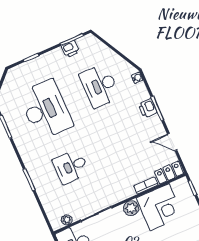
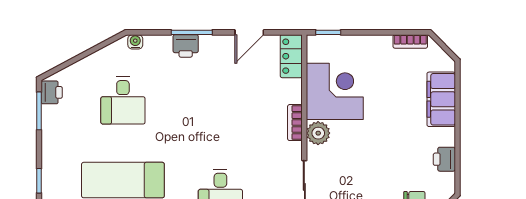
printer: (70, 49) -> (52, 92), moved
desk: (100, 86) -> (123, 100), width x0.73
bookcase: (146, 185) -> (295, 123), moved

